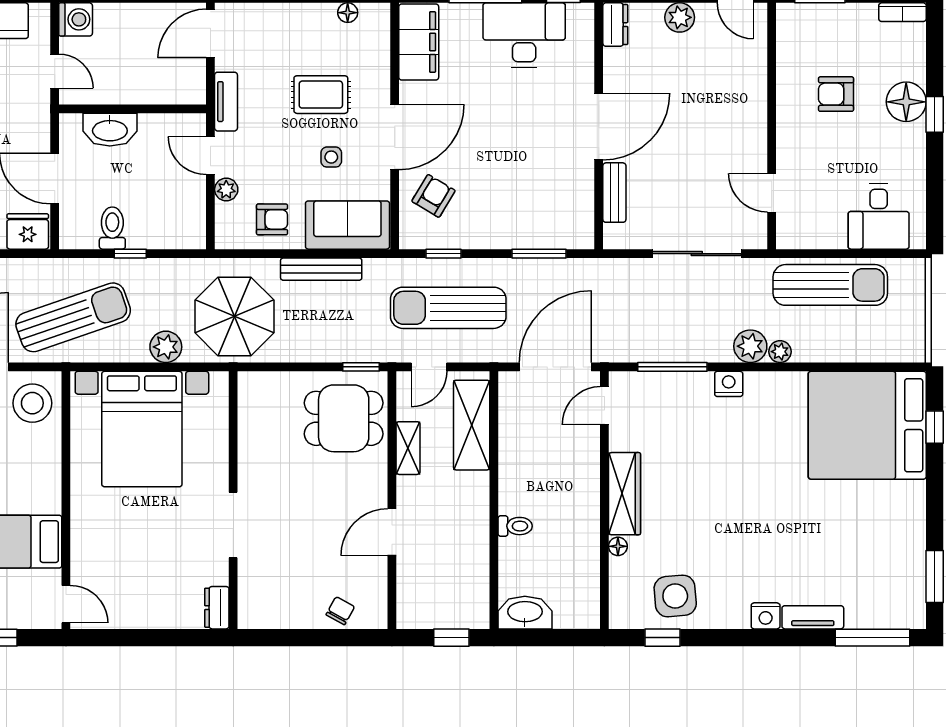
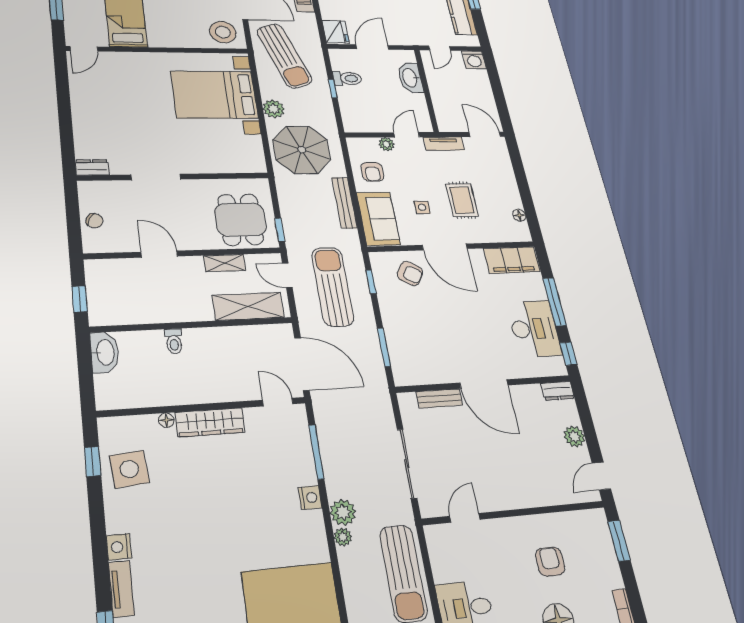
wall: (233, 500) -> (174, 177), moved
doorway: (233, 525) -> (156, 177), moved
dresser: (217, 608) -> (92, 167), moved

